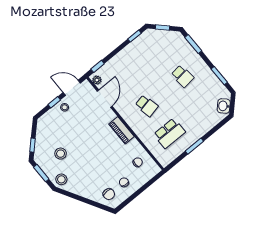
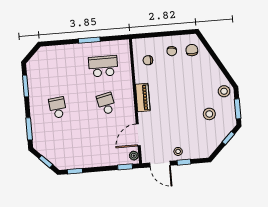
washbasin: (224, 106) -> (40, 57), removed

